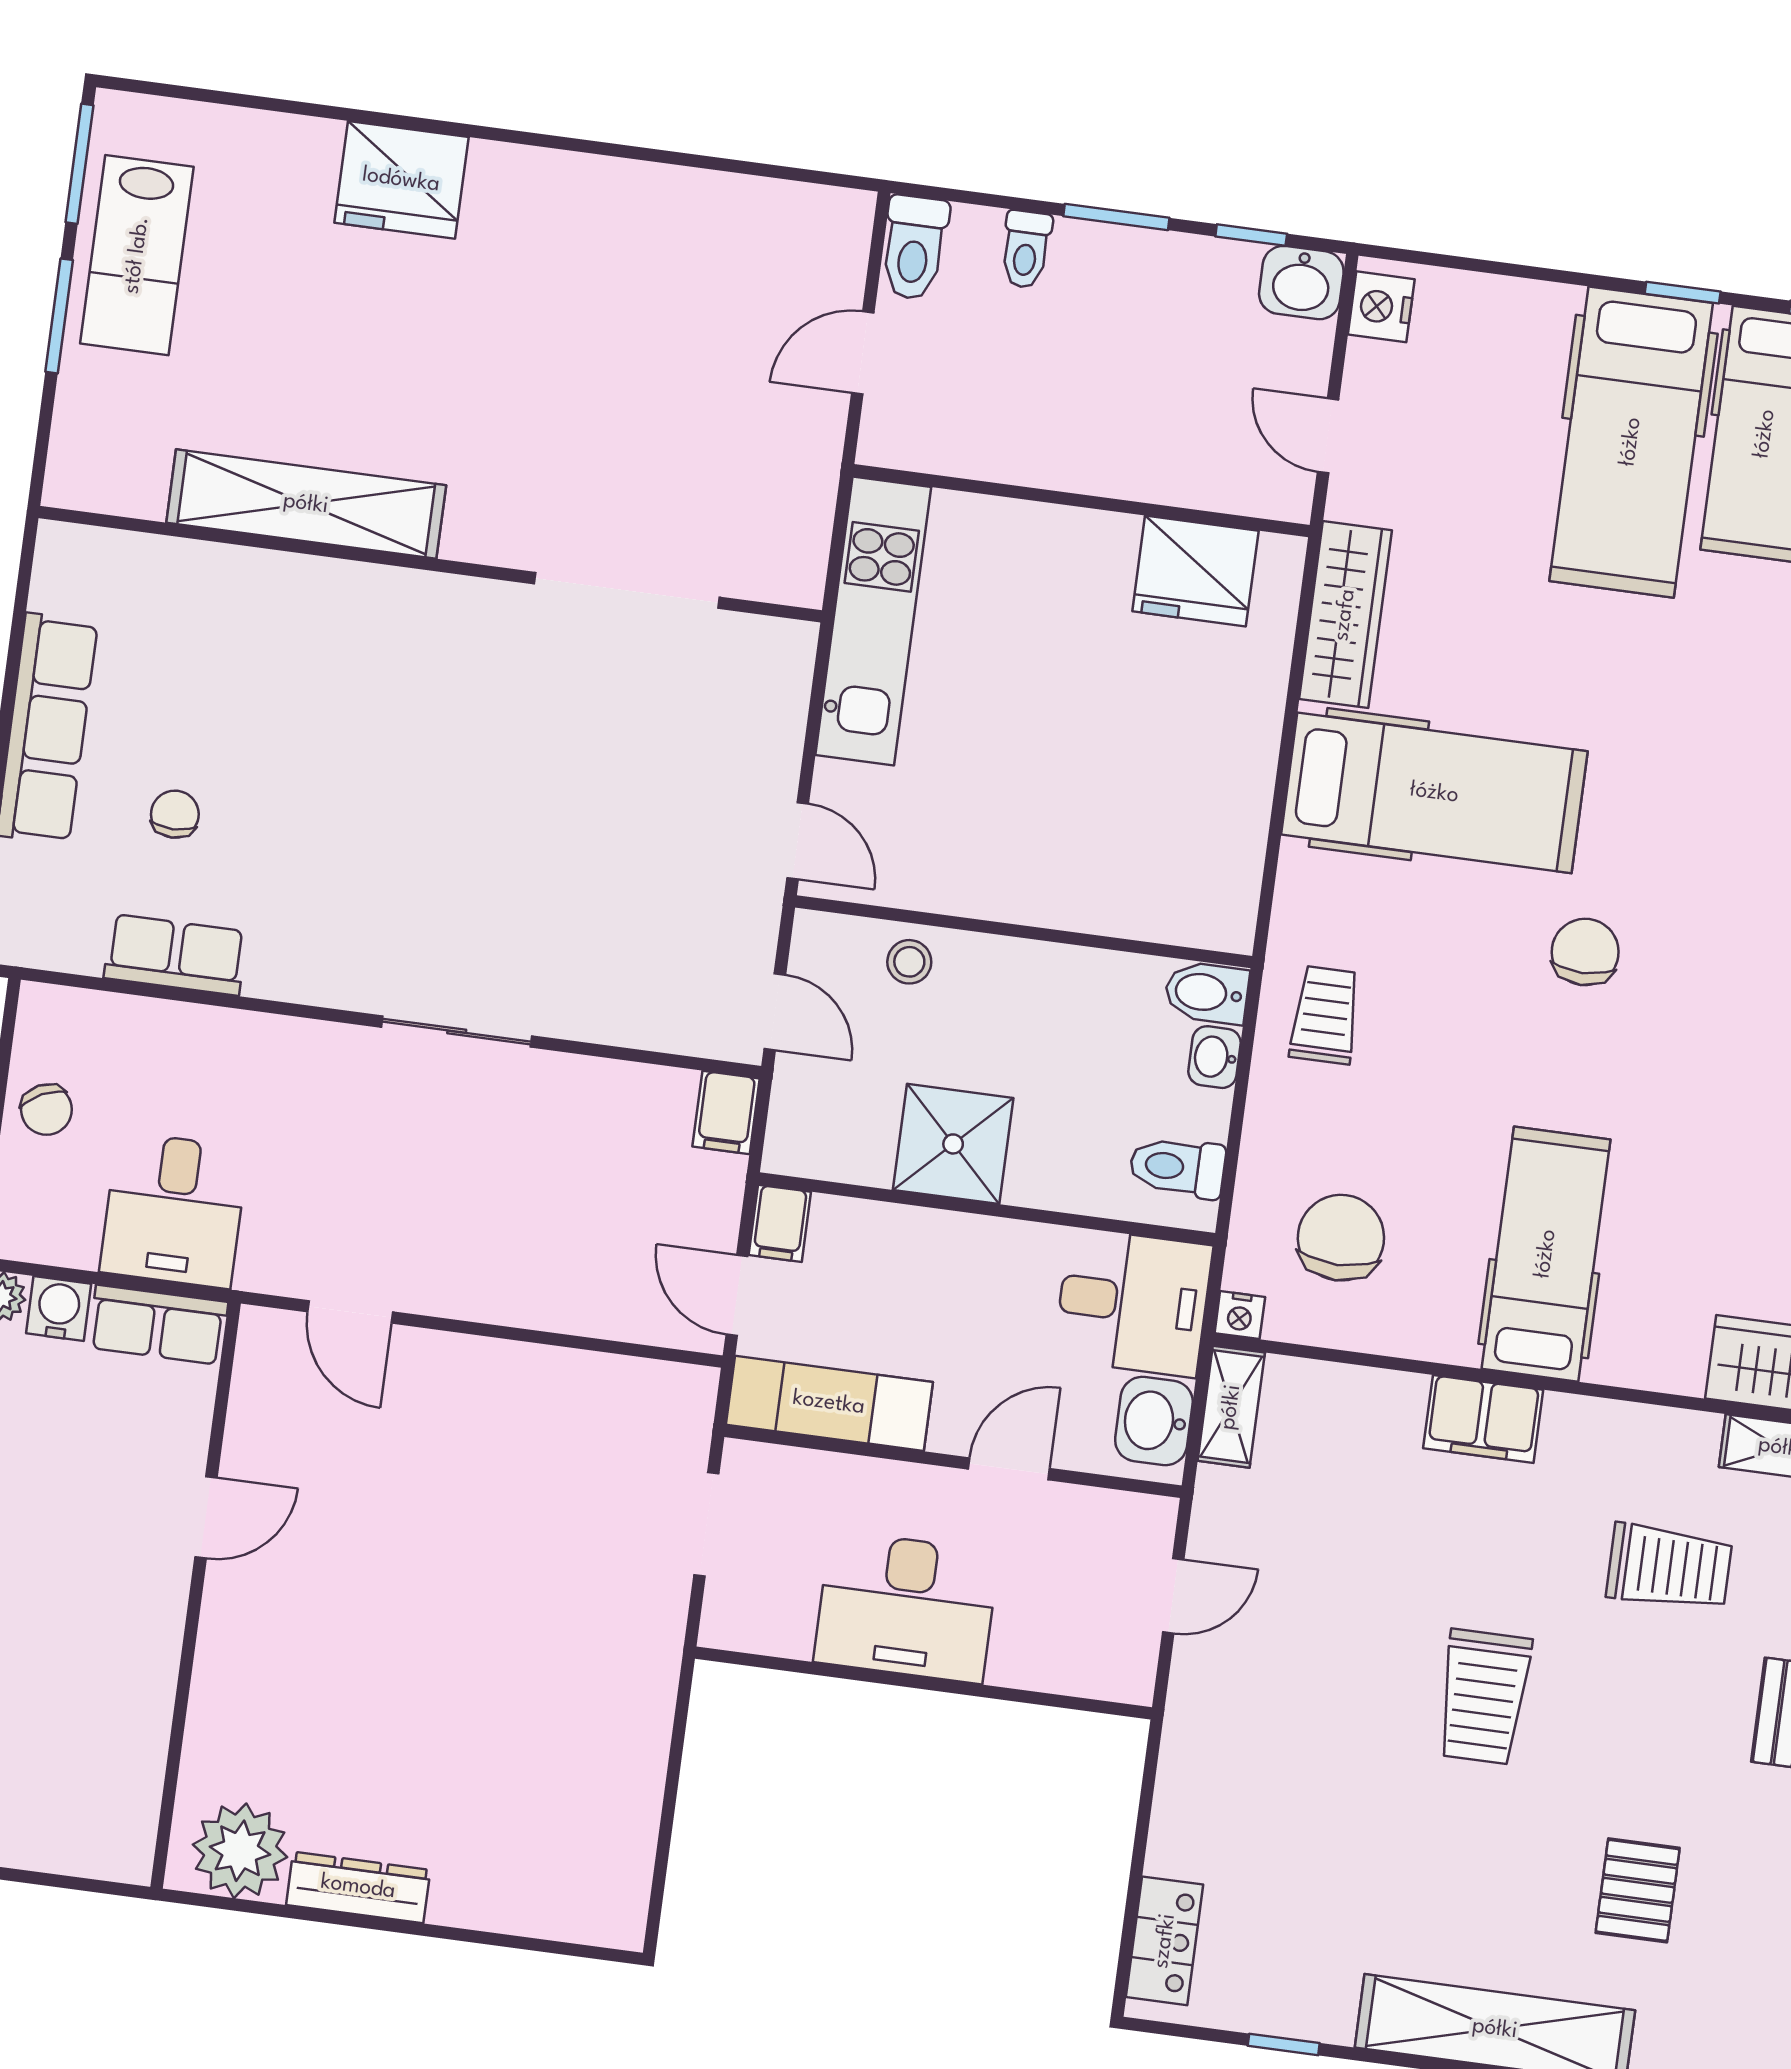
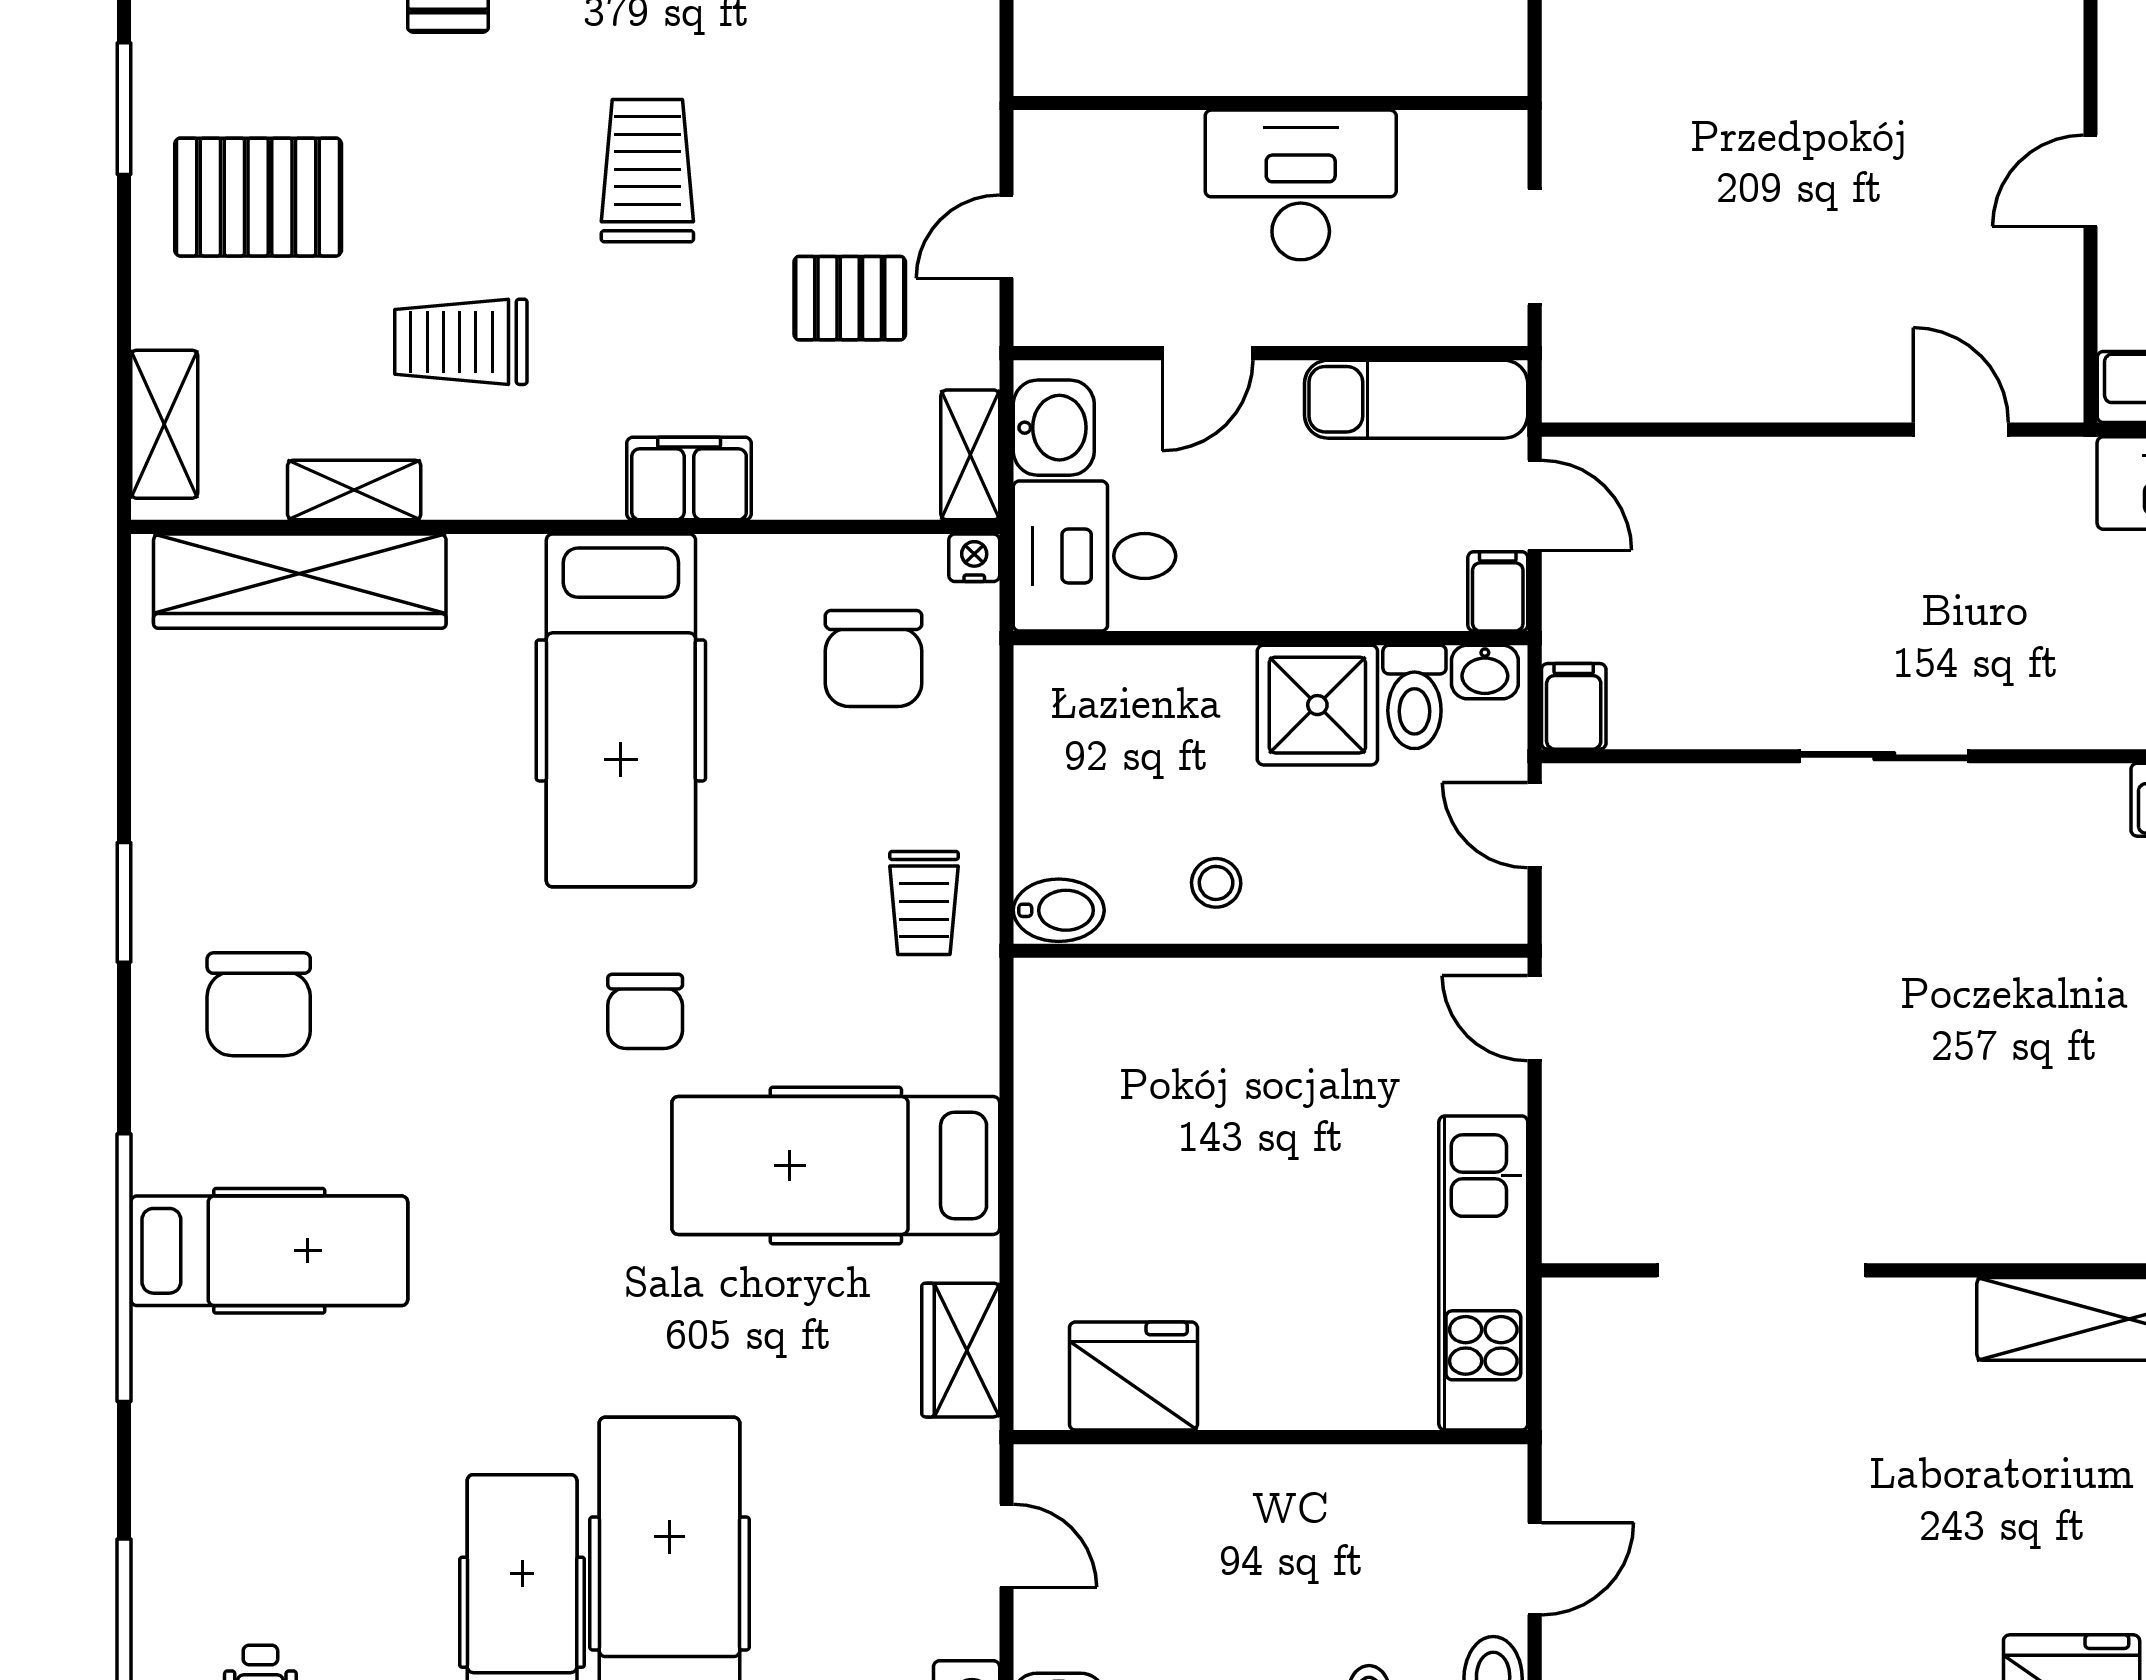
wardrobe: (1345, 615) -> (961, 1350), width x0.67
stool: (909, 962) -> (1216, 883), moved
washbasin: (1215, 1057) -> (1485, 672), moved, turned 90
toilet: (1177, 1167) -> (1414, 697), moved, turned 90
hospital bed: (1546, 1254) -> (621, 710), width x1.37, depth x1.29
pallet: (1319, 1560) -> (850, 298), added

